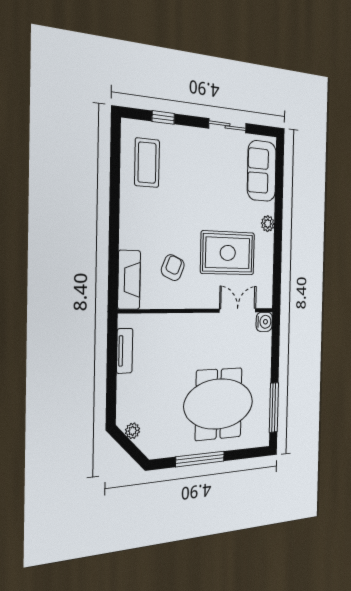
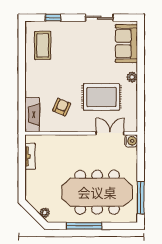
meeting table: (219, 404) -> (97, 192), width x1.36
plant: (133, 431) -> (45, 213), moved

